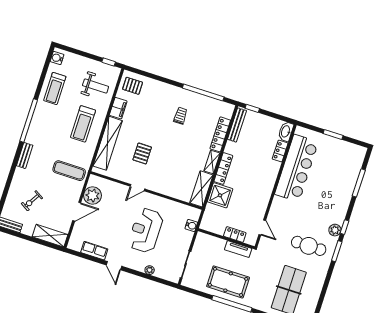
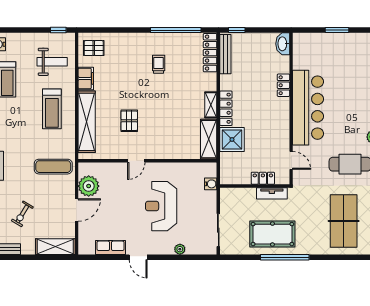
locker: (220, 134) -> (210, 53), moved
locker: (280, 151) -> (283, 85), moved
bar counter: (296, 168) -> (308, 108), moved

